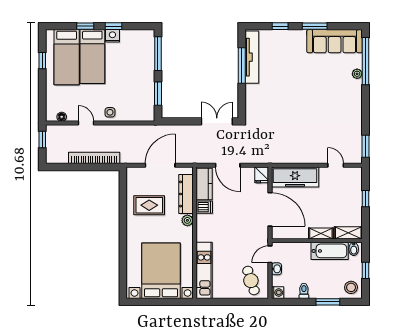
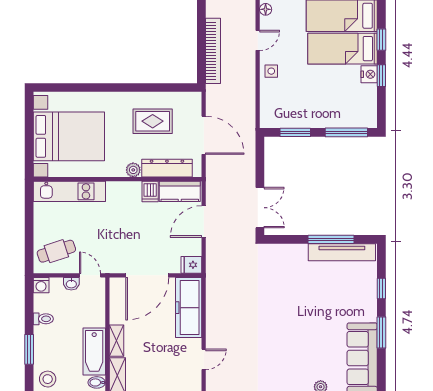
rug: (149, 205) -> (153, 121), turned 90

